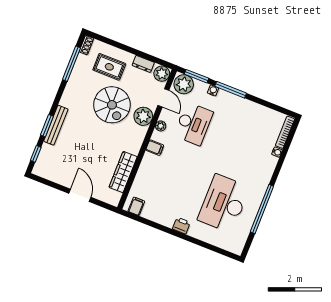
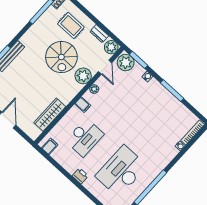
window: (231, 90) -> (172, 91), moved
desk: (193, 124) -> (85, 138), moved

